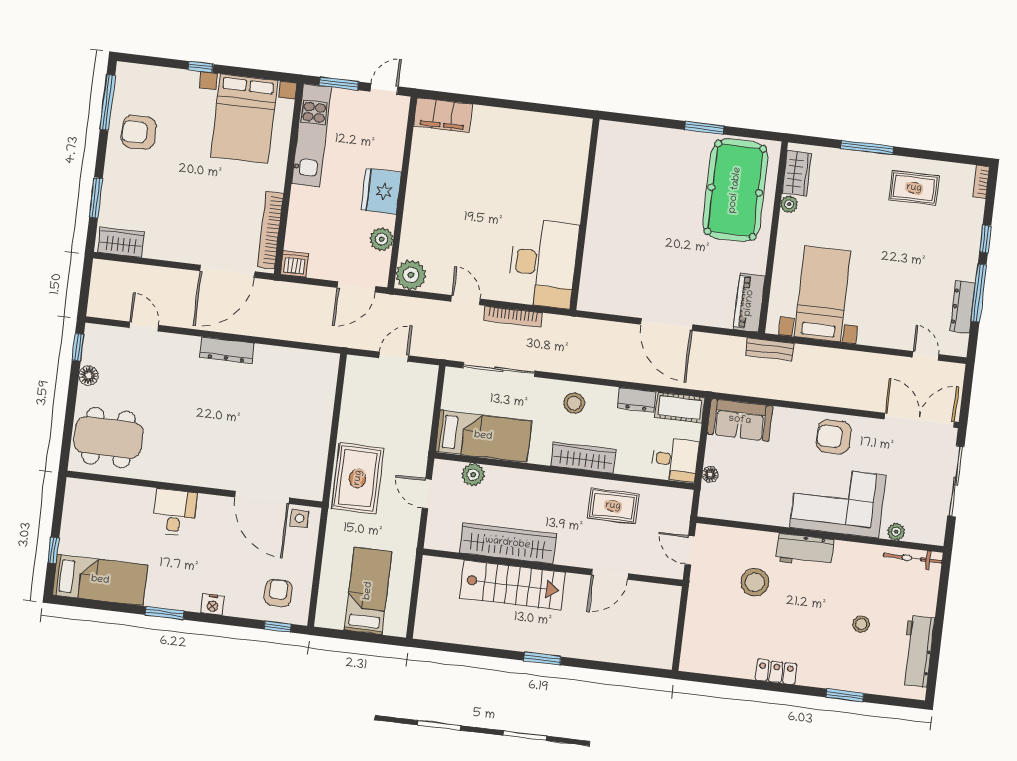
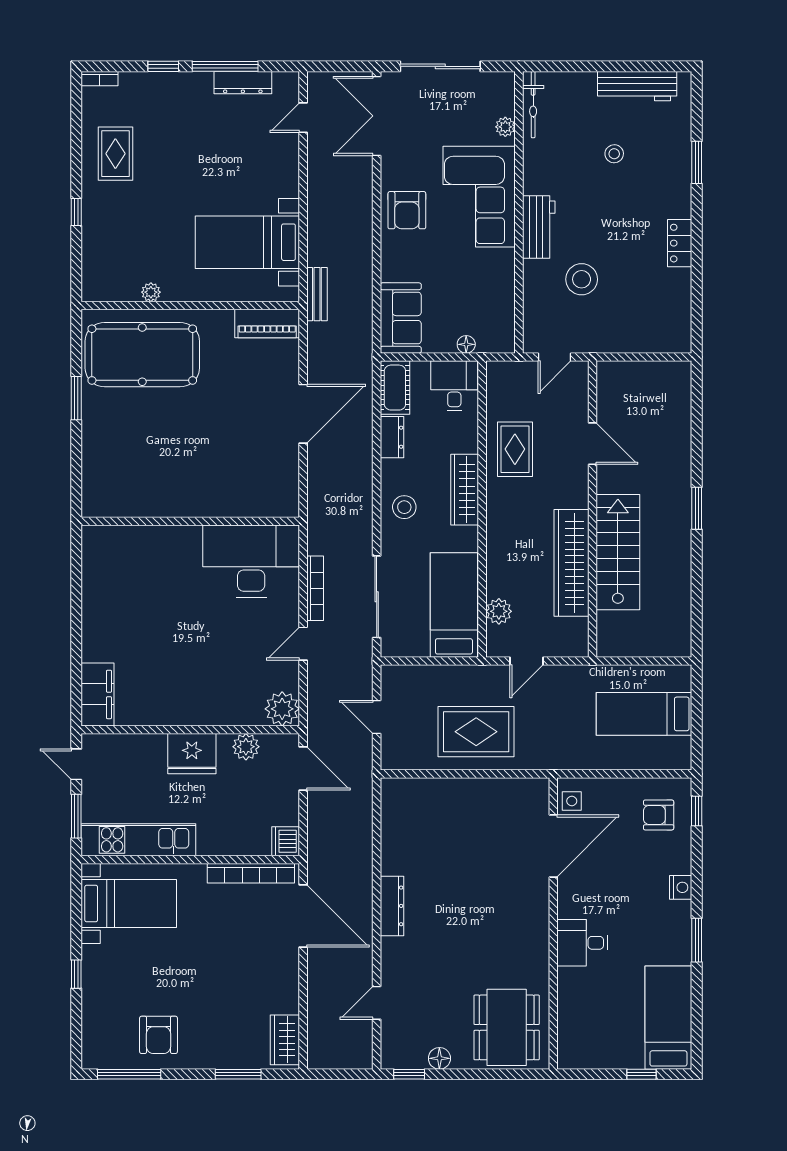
bed with nightstands: (244, 119) -> (129, 904), width x0.73
window: (867, 147) -> (76, 212), width x0.46
wardrobe: (797, 173) -> (115, 288), removed
rug: (358, 478) -> (476, 732), moved

